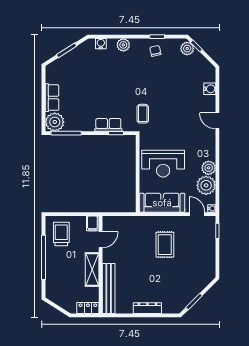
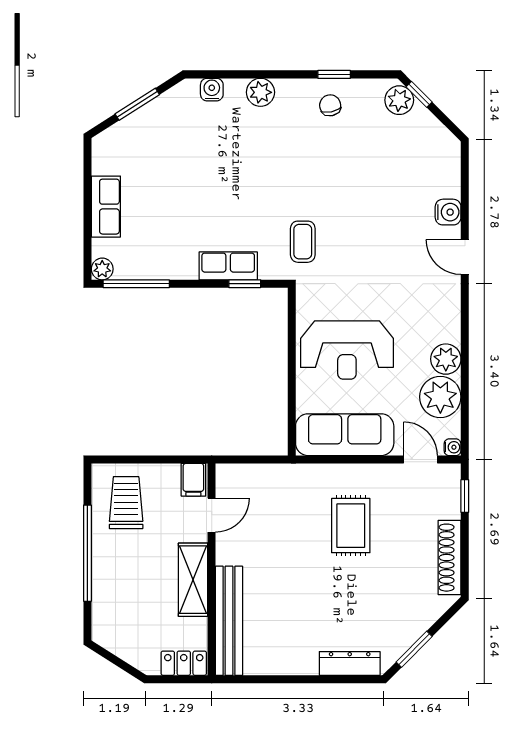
water cooler: (210, 89) -> (448, 212), moved
plant: (55, 122) -> (102, 269), width x0.53, depth x0.53
shoe rack: (210, 259) -> (449, 558), added
dresser: (147, 308) -> (350, 663), moved

